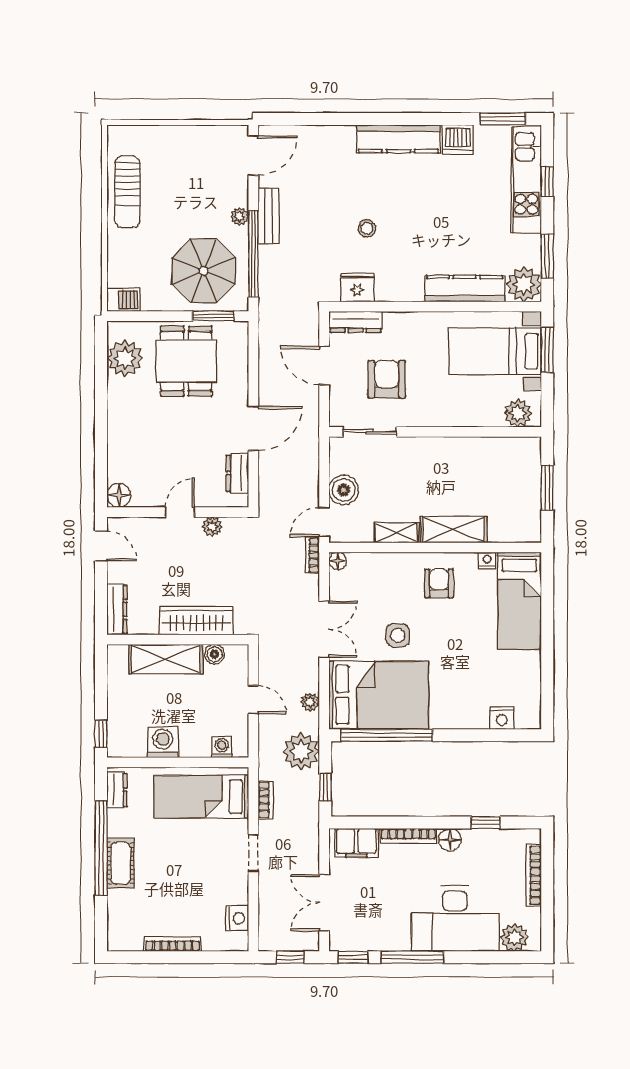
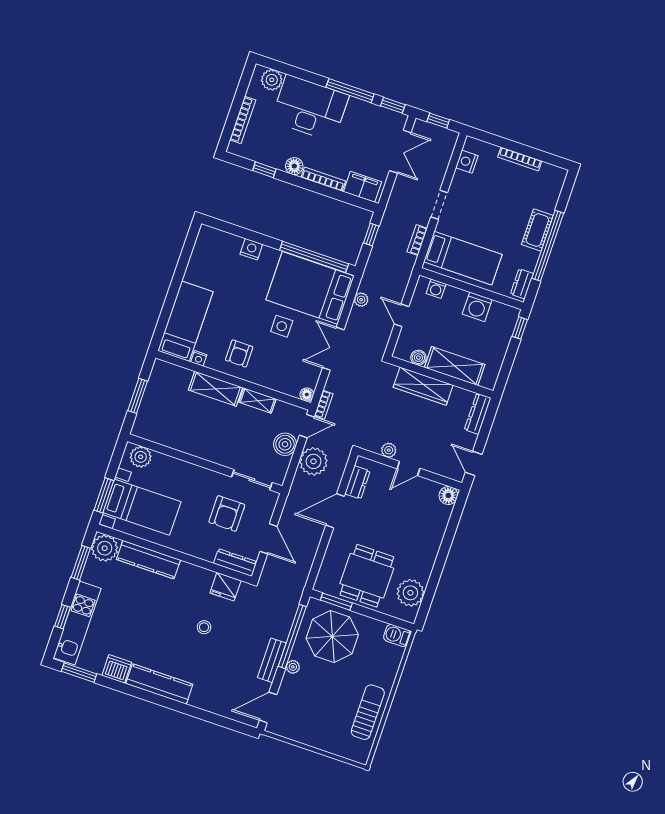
nightstand: (502, 718) -> (251, 249), moved
plant: (301, 751) -> (313, 461), moved

